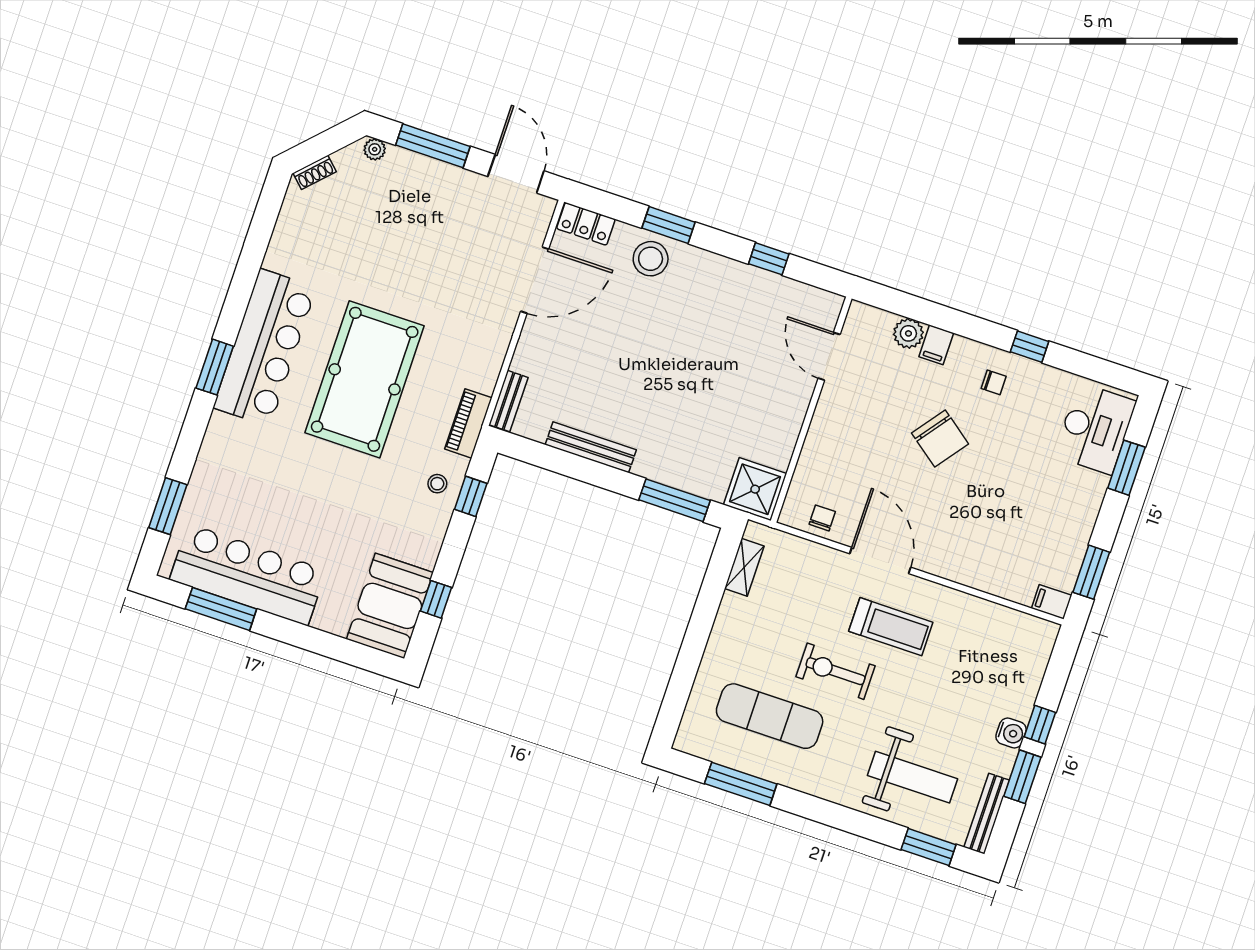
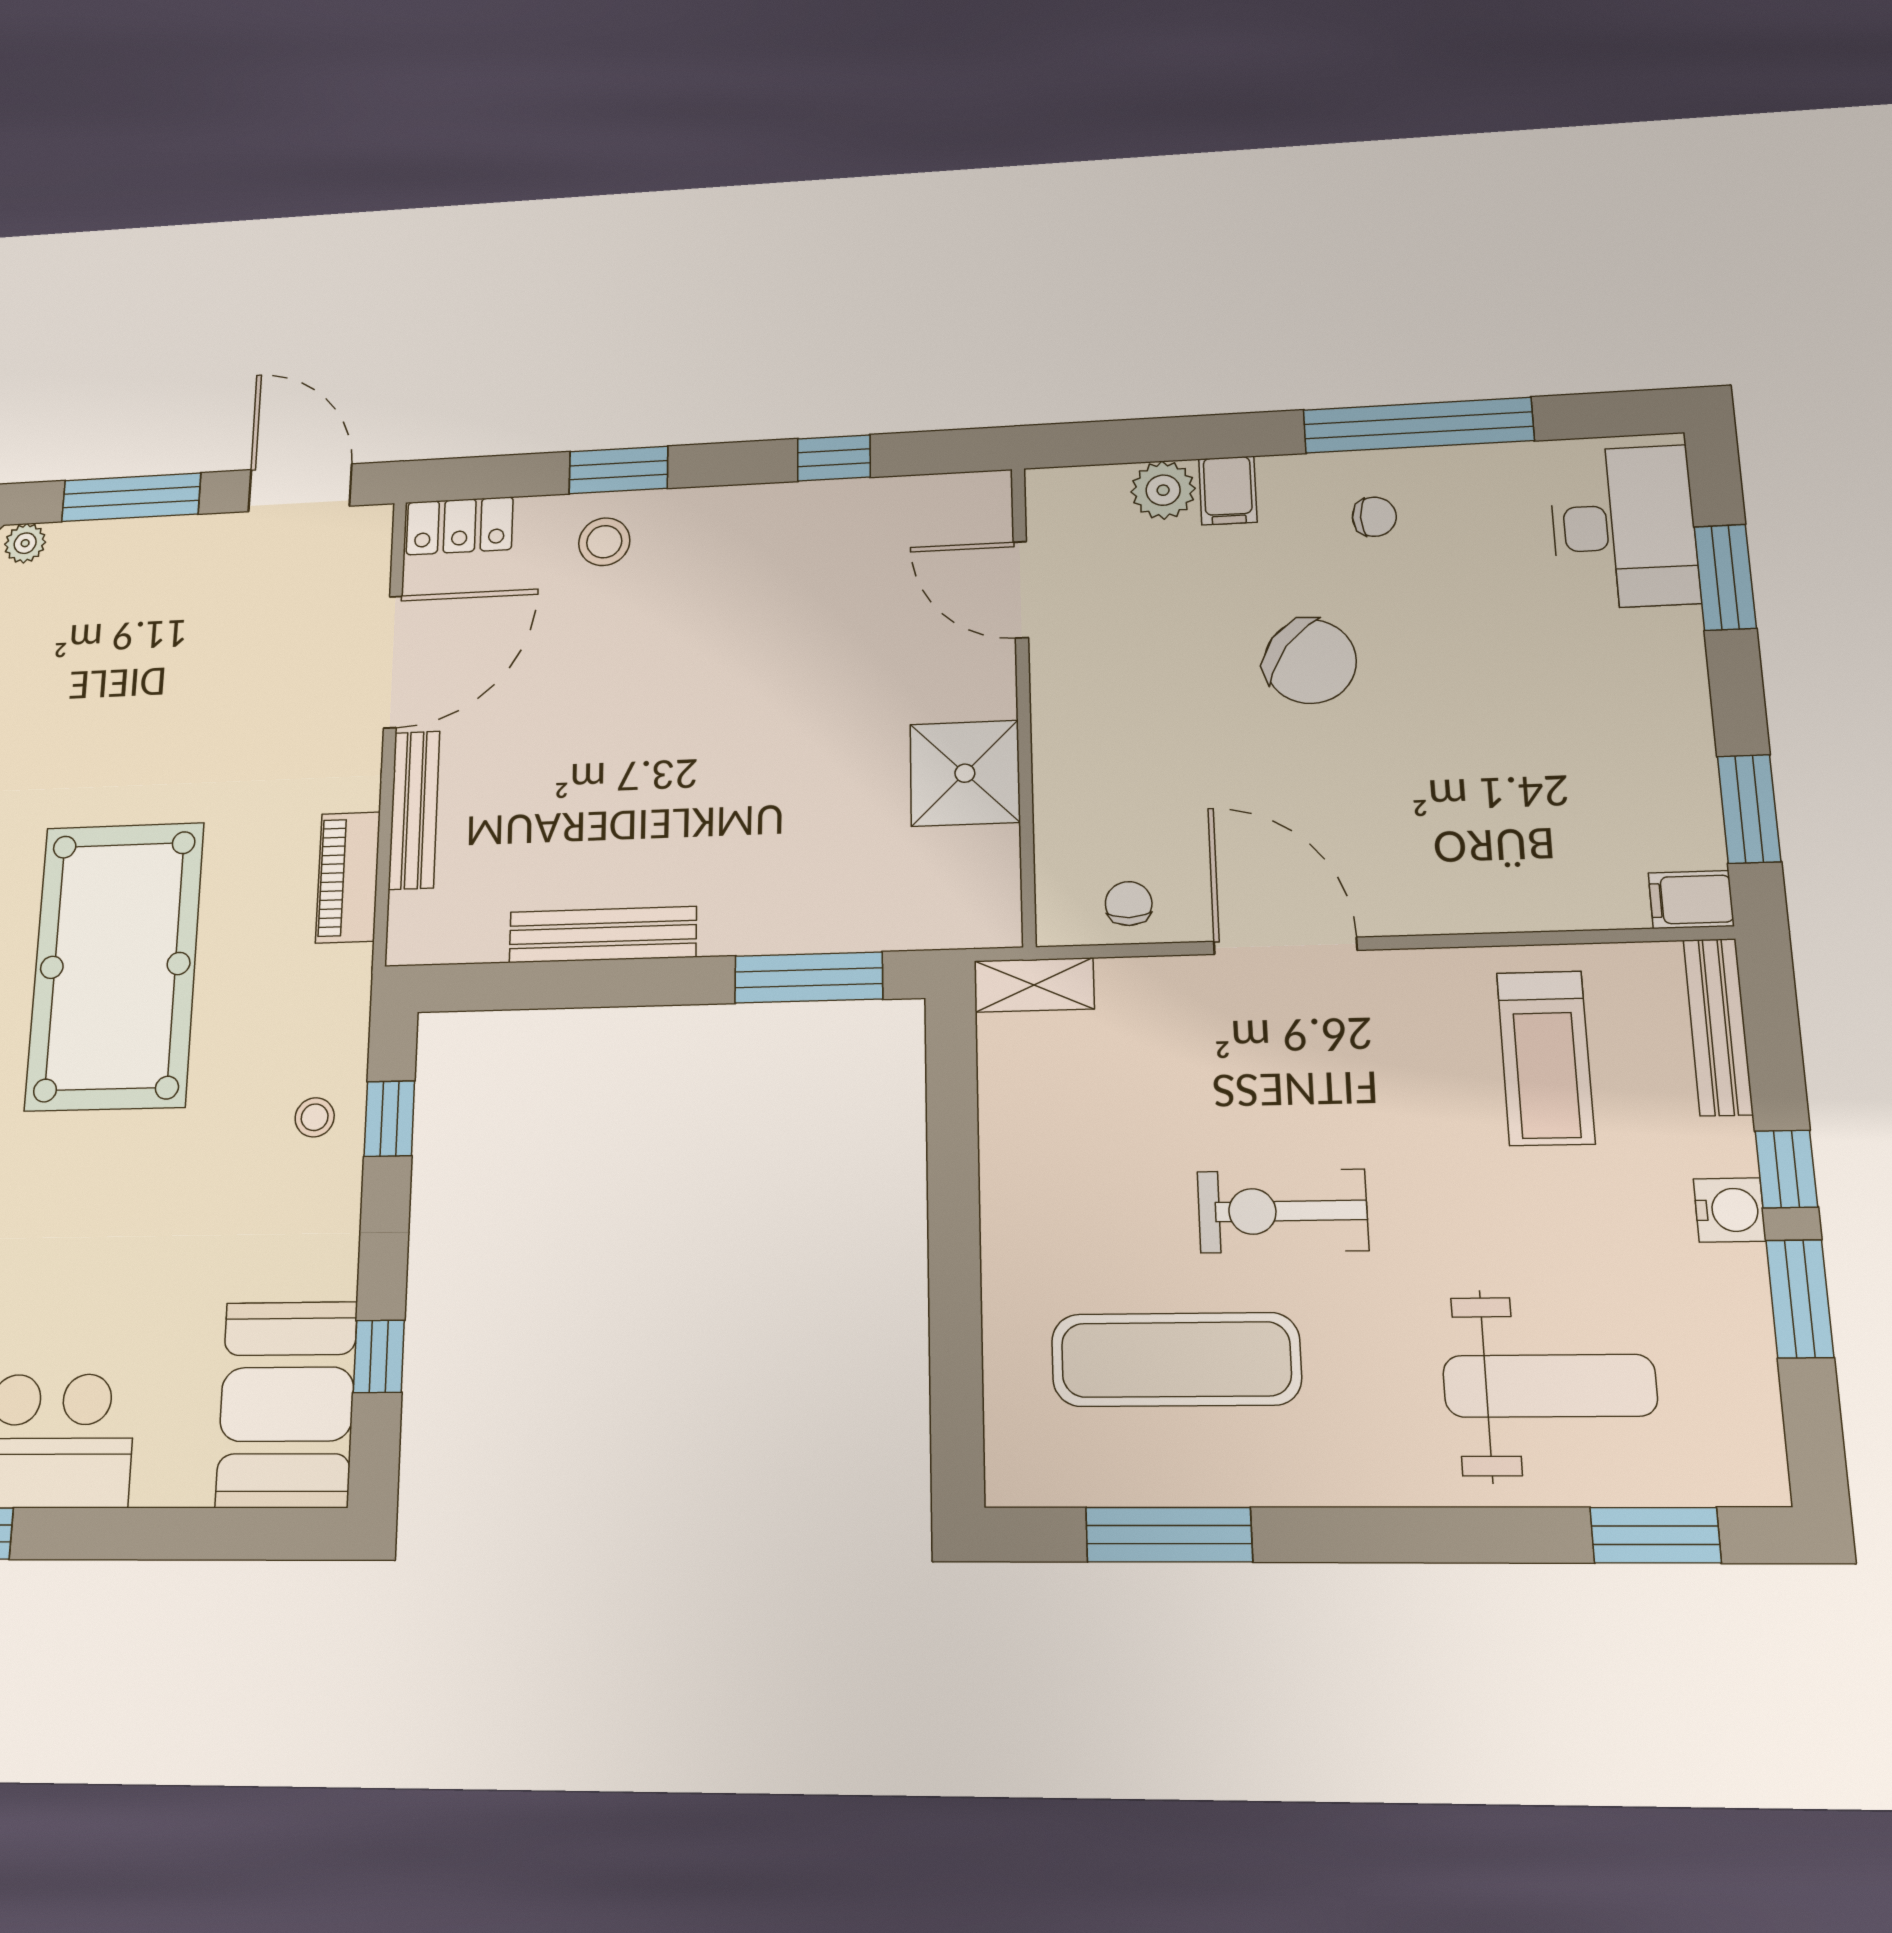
stool: (651, 259) -> (604, 542), width x0.73, depth x0.73
window: (1030, 347) -> (1418, 425), width x3.17
bench: (508, 401) -> (414, 810), moved, width x1.36
piano: (468, 423) -> (348, 877), moved
shower: (755, 489) -> (965, 773), moved
shelving: (744, 567) -> (1034, 985), moved, turned 90
treadmill: (891, 627) -> (1546, 1058), moved, turned 90
bench: (987, 814) -> (1718, 1027), moved

